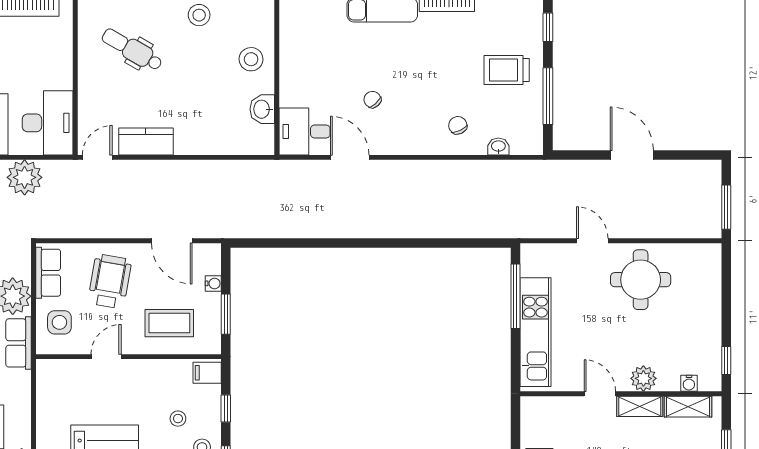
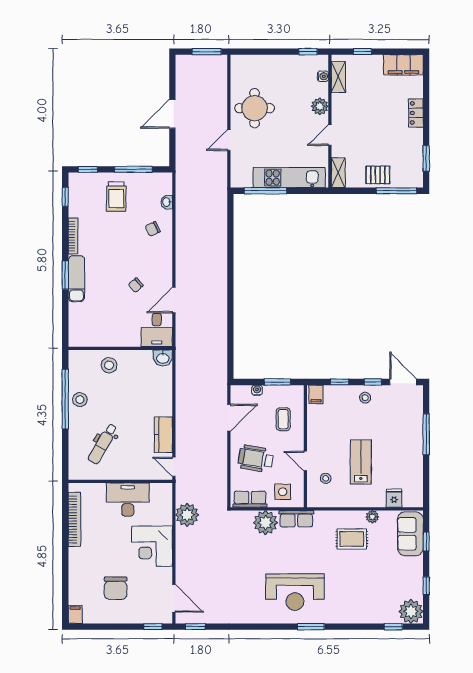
washbasin: (262, 109) -> (163, 358), moved
desk: (48, 123) -> (128, 500), moved
coffee table: (169, 323) -> (283, 419), width x0.73, depth x0.77
shelving: (640, 406) -> (338, 173), moved
stool: (178, 419) -> (326, 478), moved

